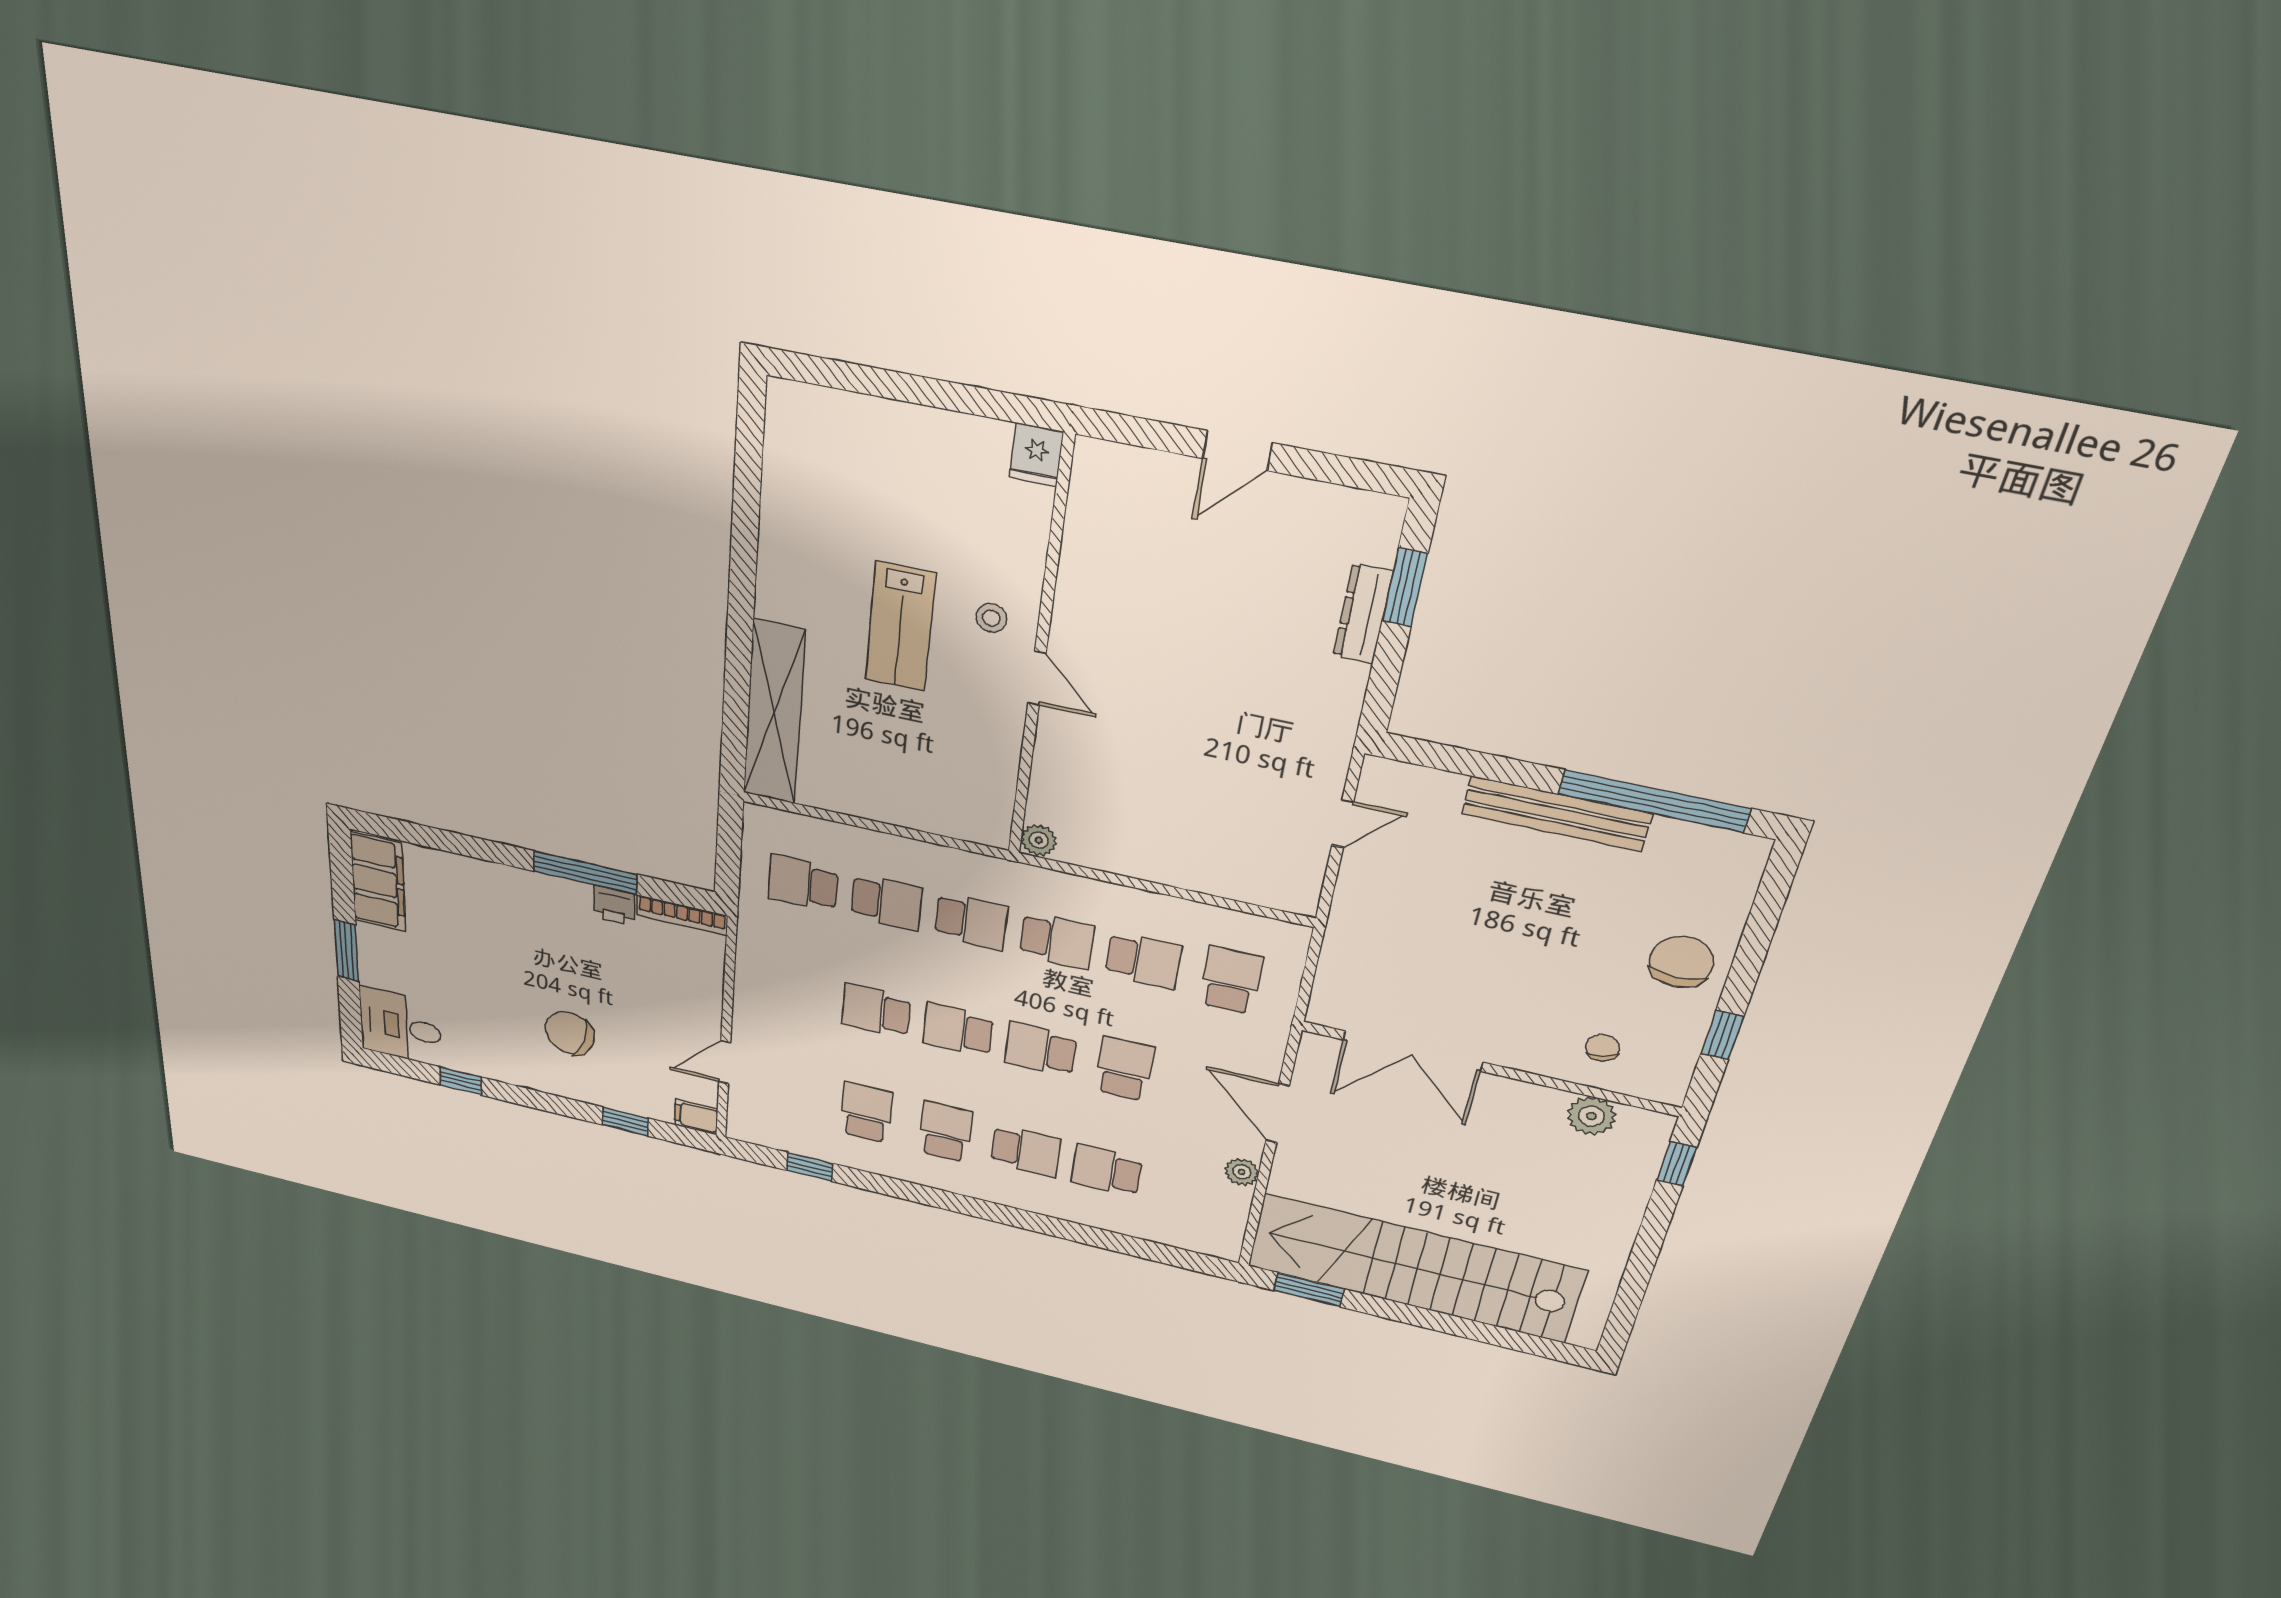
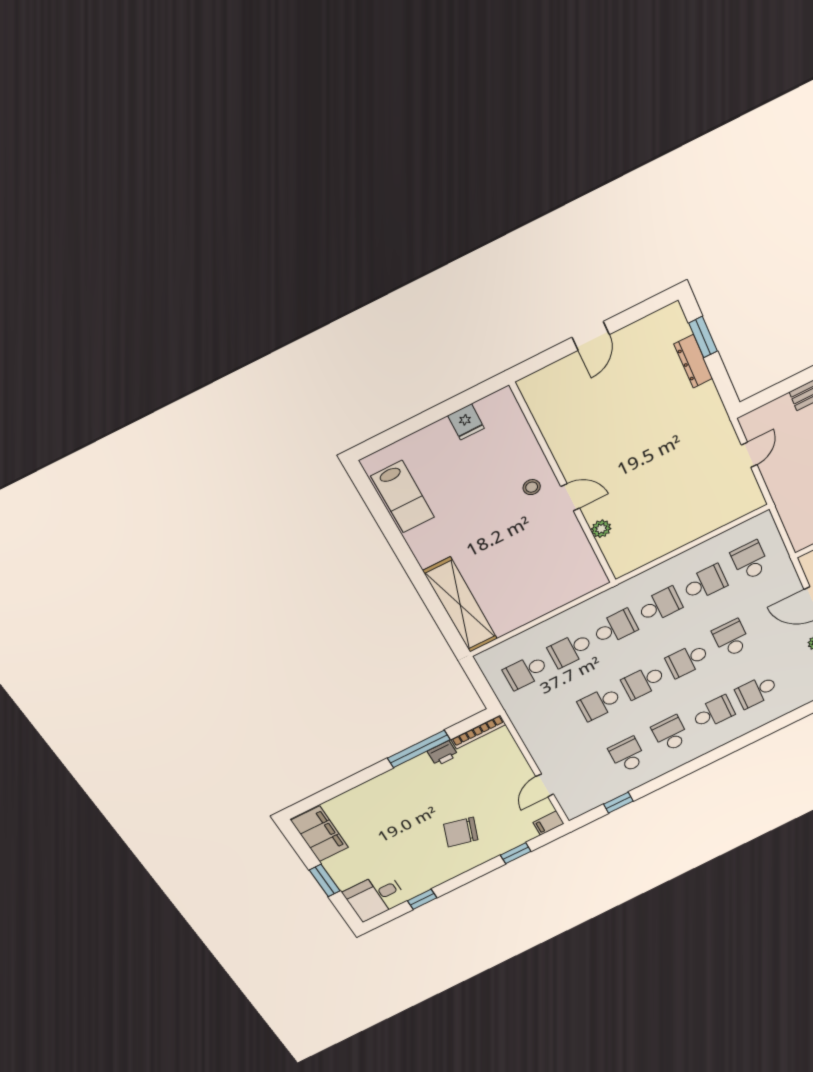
fridge: (1036, 455) -> (466, 422), moved
lab bench: (900, 627) -> (403, 497), moved
plant: (1039, 840) -> (601, 529), moved
school desk: (887, 902) -> (570, 650), turned 180

